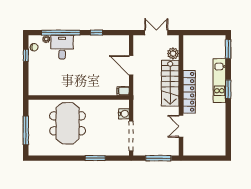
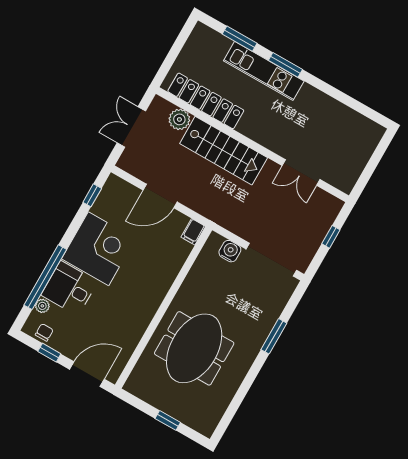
window: (96, 33) -> (92, 195), moved
window: (228, 49) -> (240, 39), moved
corner desk: (89, 50) -> (98, 249), added
door: (26, 79) -> (87, 374), added
locker: (189, 92) -> (206, 101), moved
meeting table: (68, 123) -> (194, 348), turned 90
window: (26, 130) -> (168, 420), width x0.46
window: (158, 158) -> (331, 237), width x0.46

